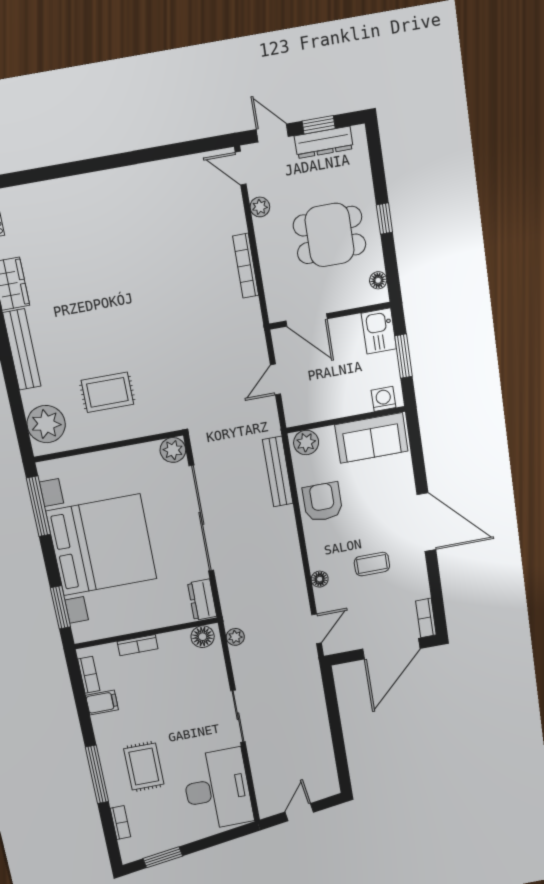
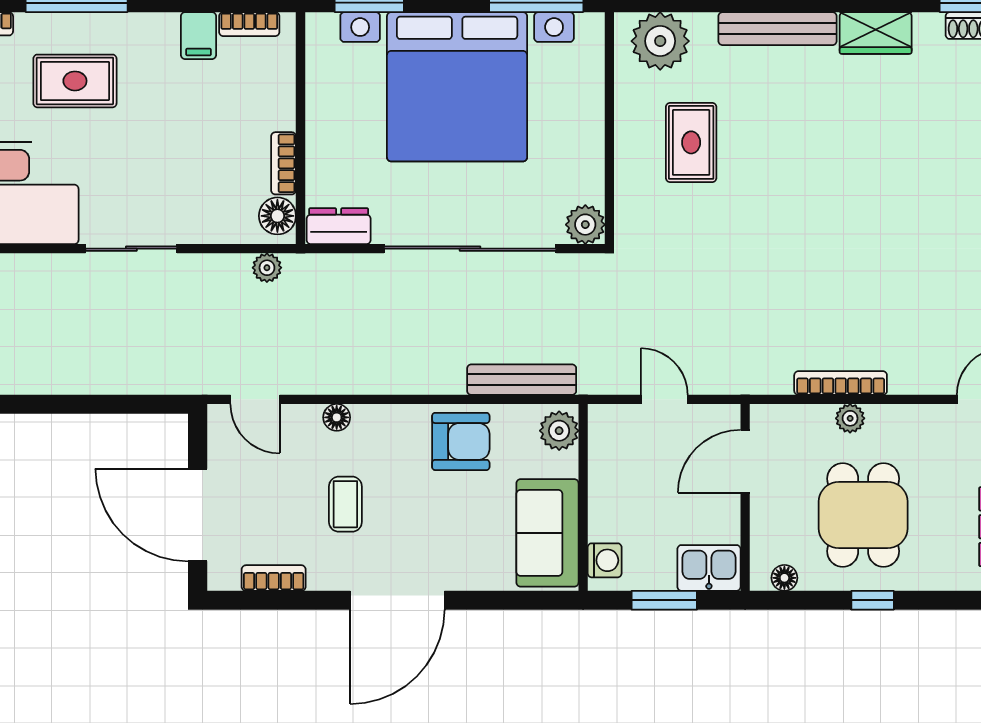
plant: (260, 207) -> (850, 418), moved
bookcase: (426, 618) -> (274, 578), moved
bookcase: (138, 645) -> (284, 163), moved

